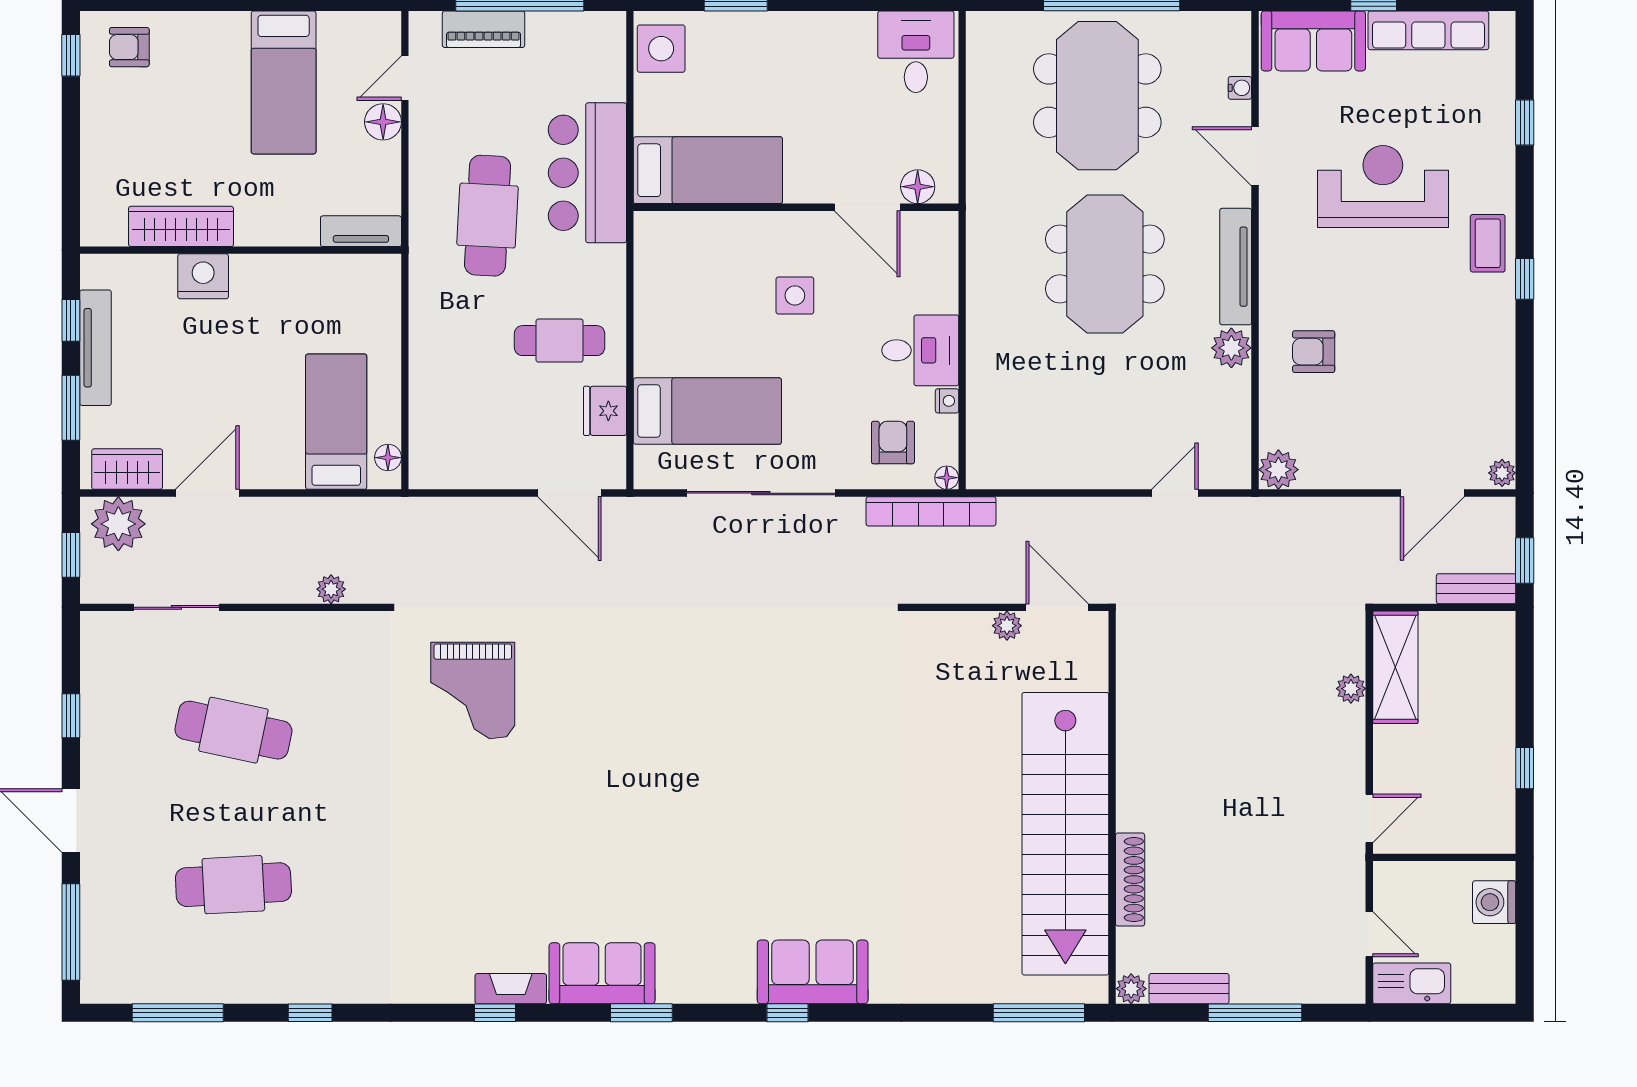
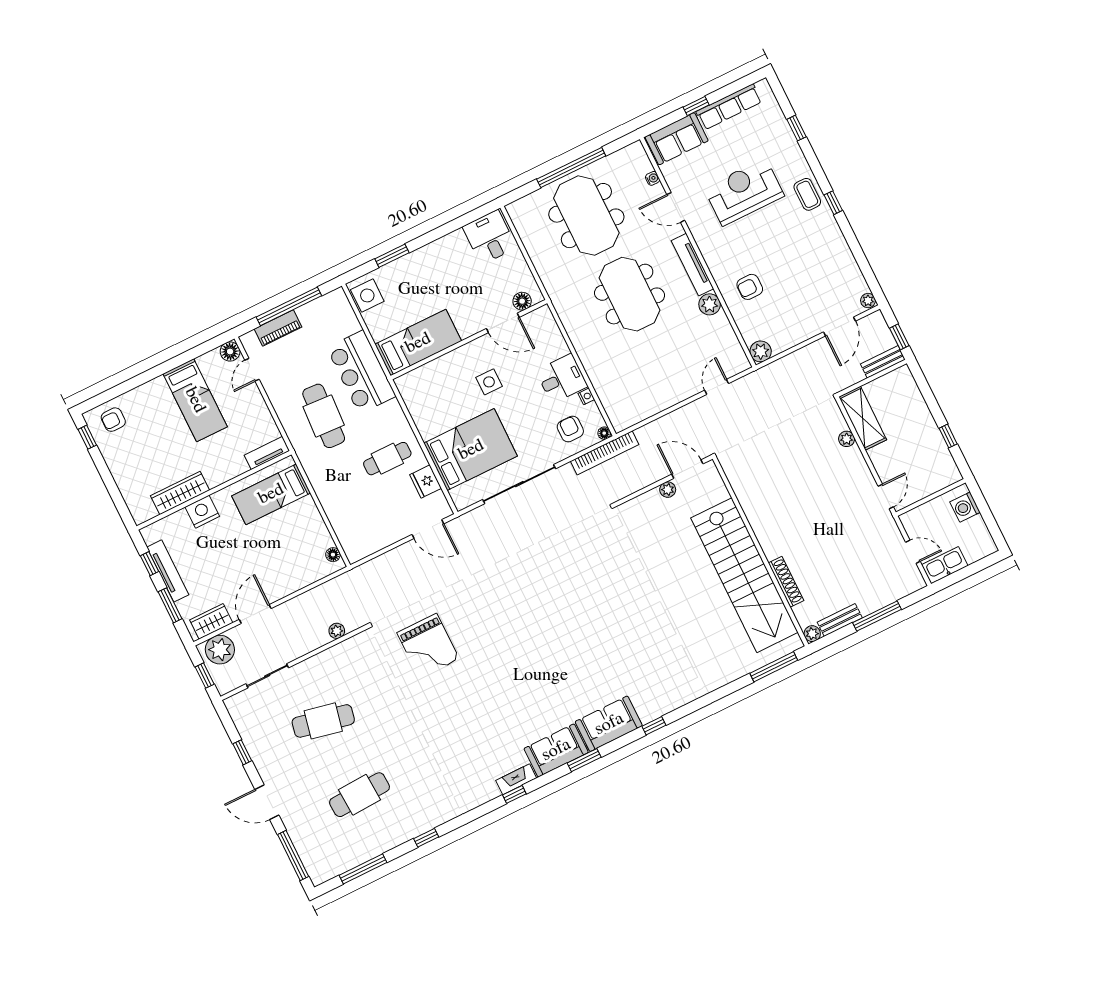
floor lamp: (383, 122) -> (230, 351), moved
bed: (707, 411) -> (471, 450), width x1.50
bed: (336, 422) -> (271, 494), moved, turned -90
sofa: (813, 972) -> (609, 724), moved

